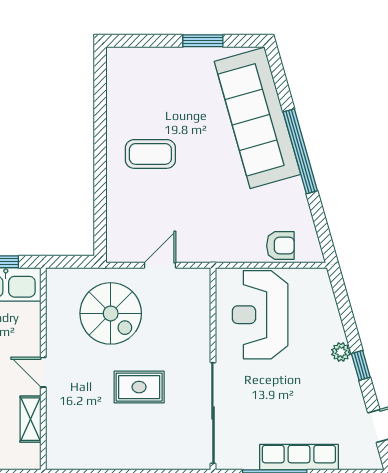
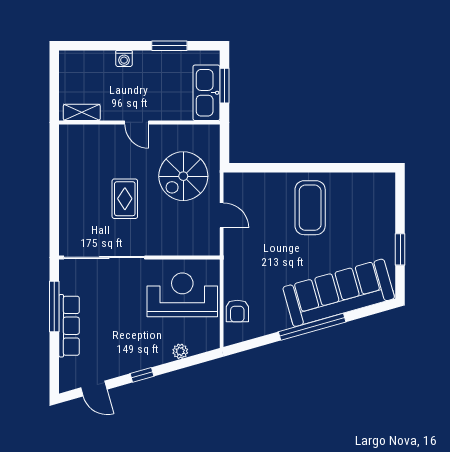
coffee table: (150, 154) -> (310, 208), width x1.36, depth x1.32
plant: (341, 352) -> (180, 351), moved
door: (43, 372) -> (137, 122), swing flipped
shelving: (30, 419) -> (82, 112), moved

